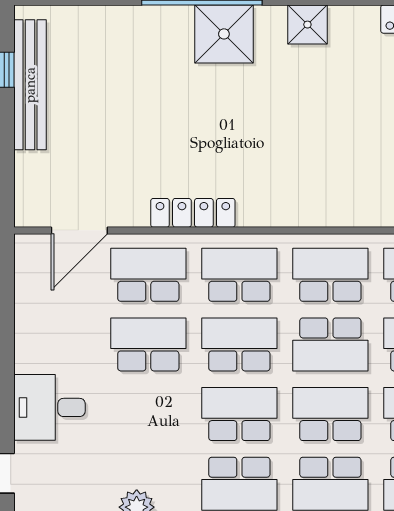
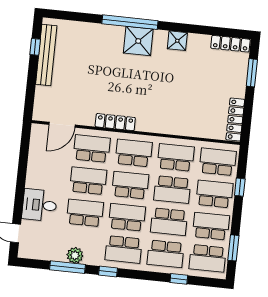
school desk: (148, 414) -> (85, 213), added
school desk: (330, 414) -> (169, 222), turned 180

